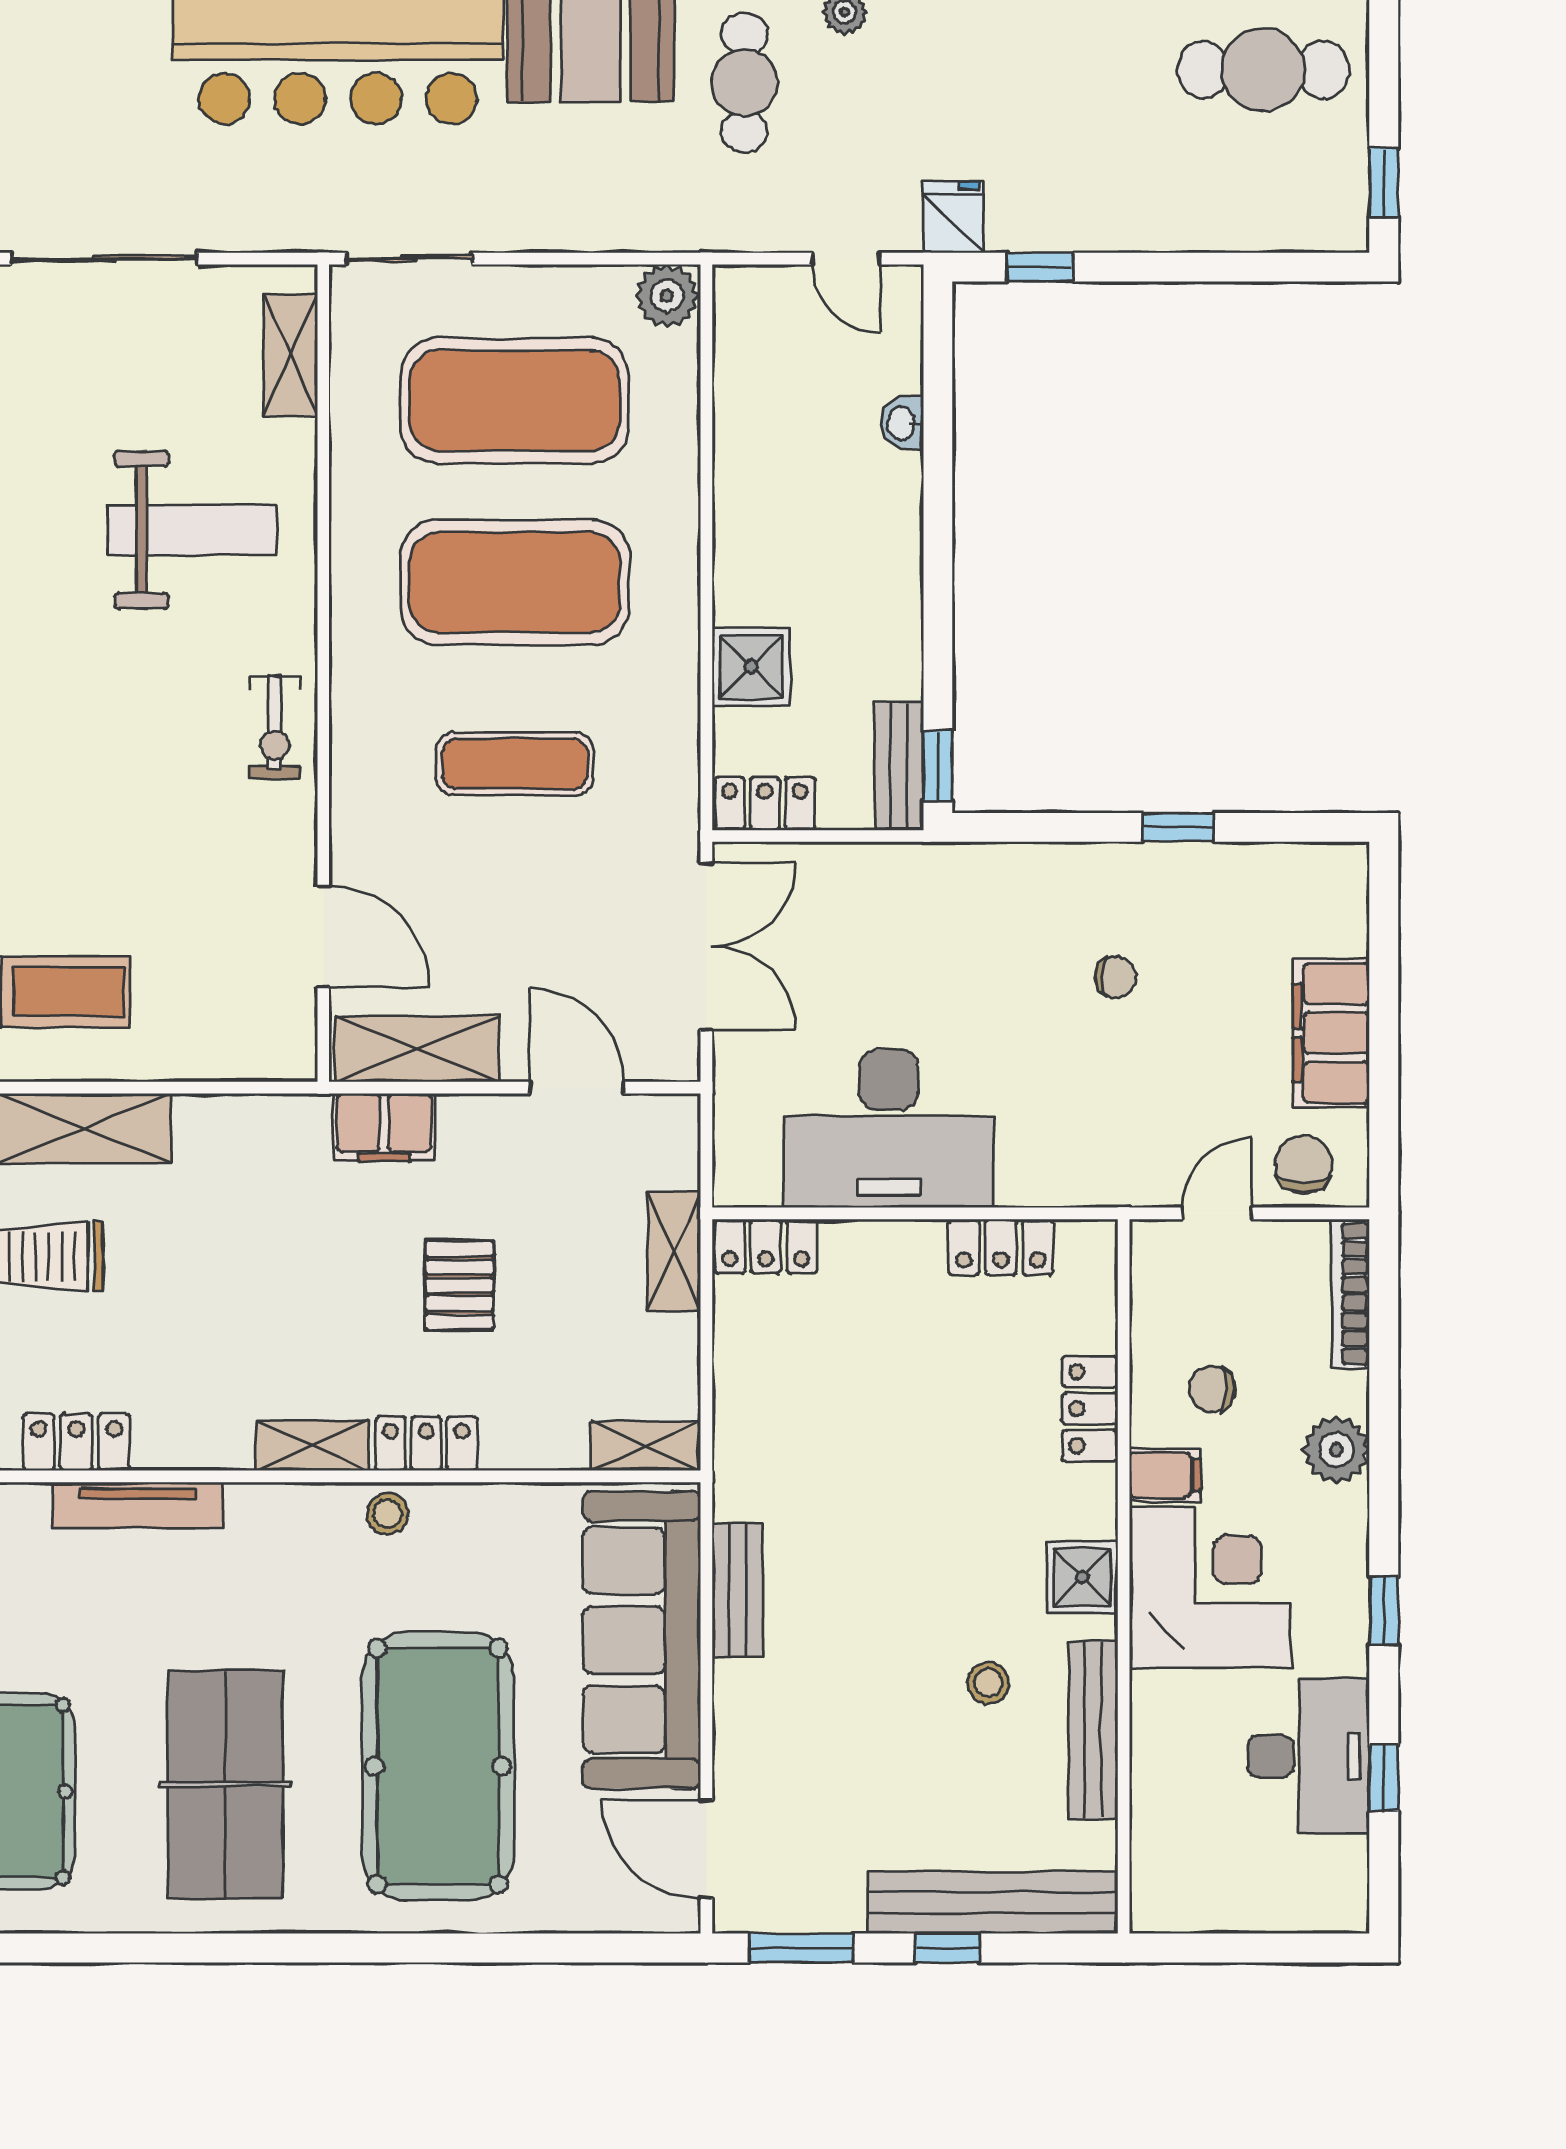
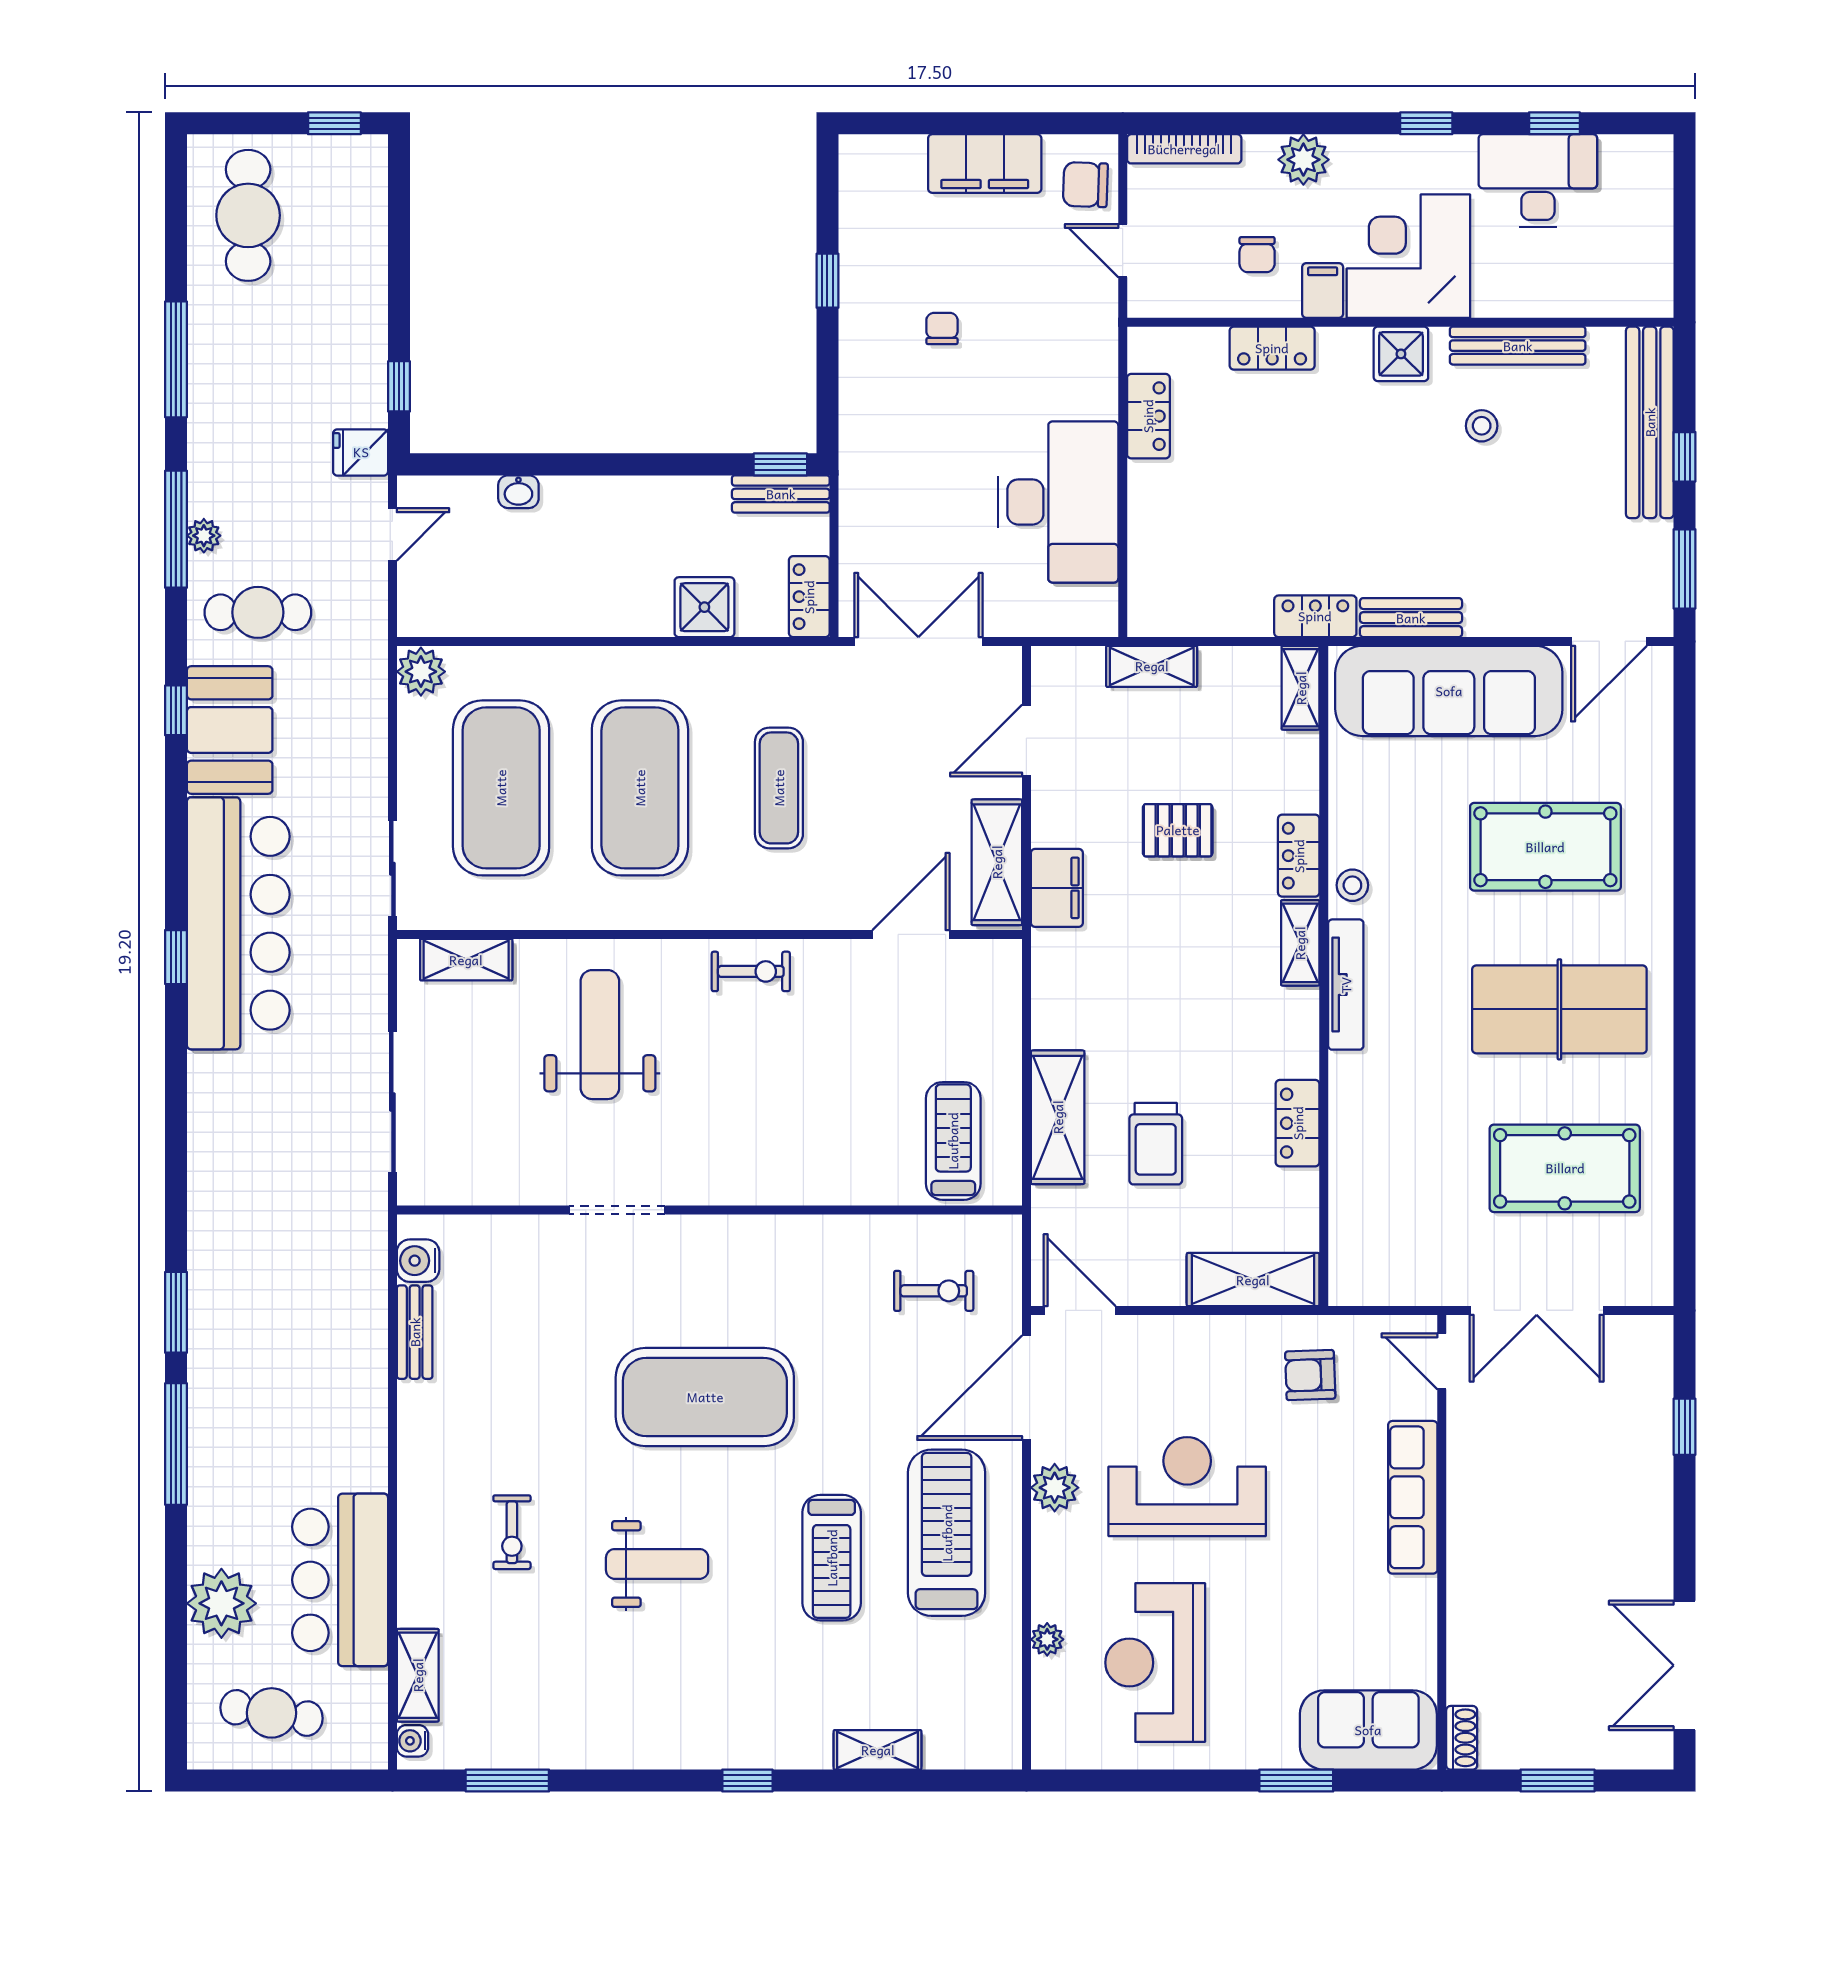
locker: (766, 1246) -> (1315, 616), moved, turned -90
tv unit: (138, 1505) -> (1346, 985), moved
pool table: (438, 1766) -> (1545, 847), width x0.73, depth x0.76

